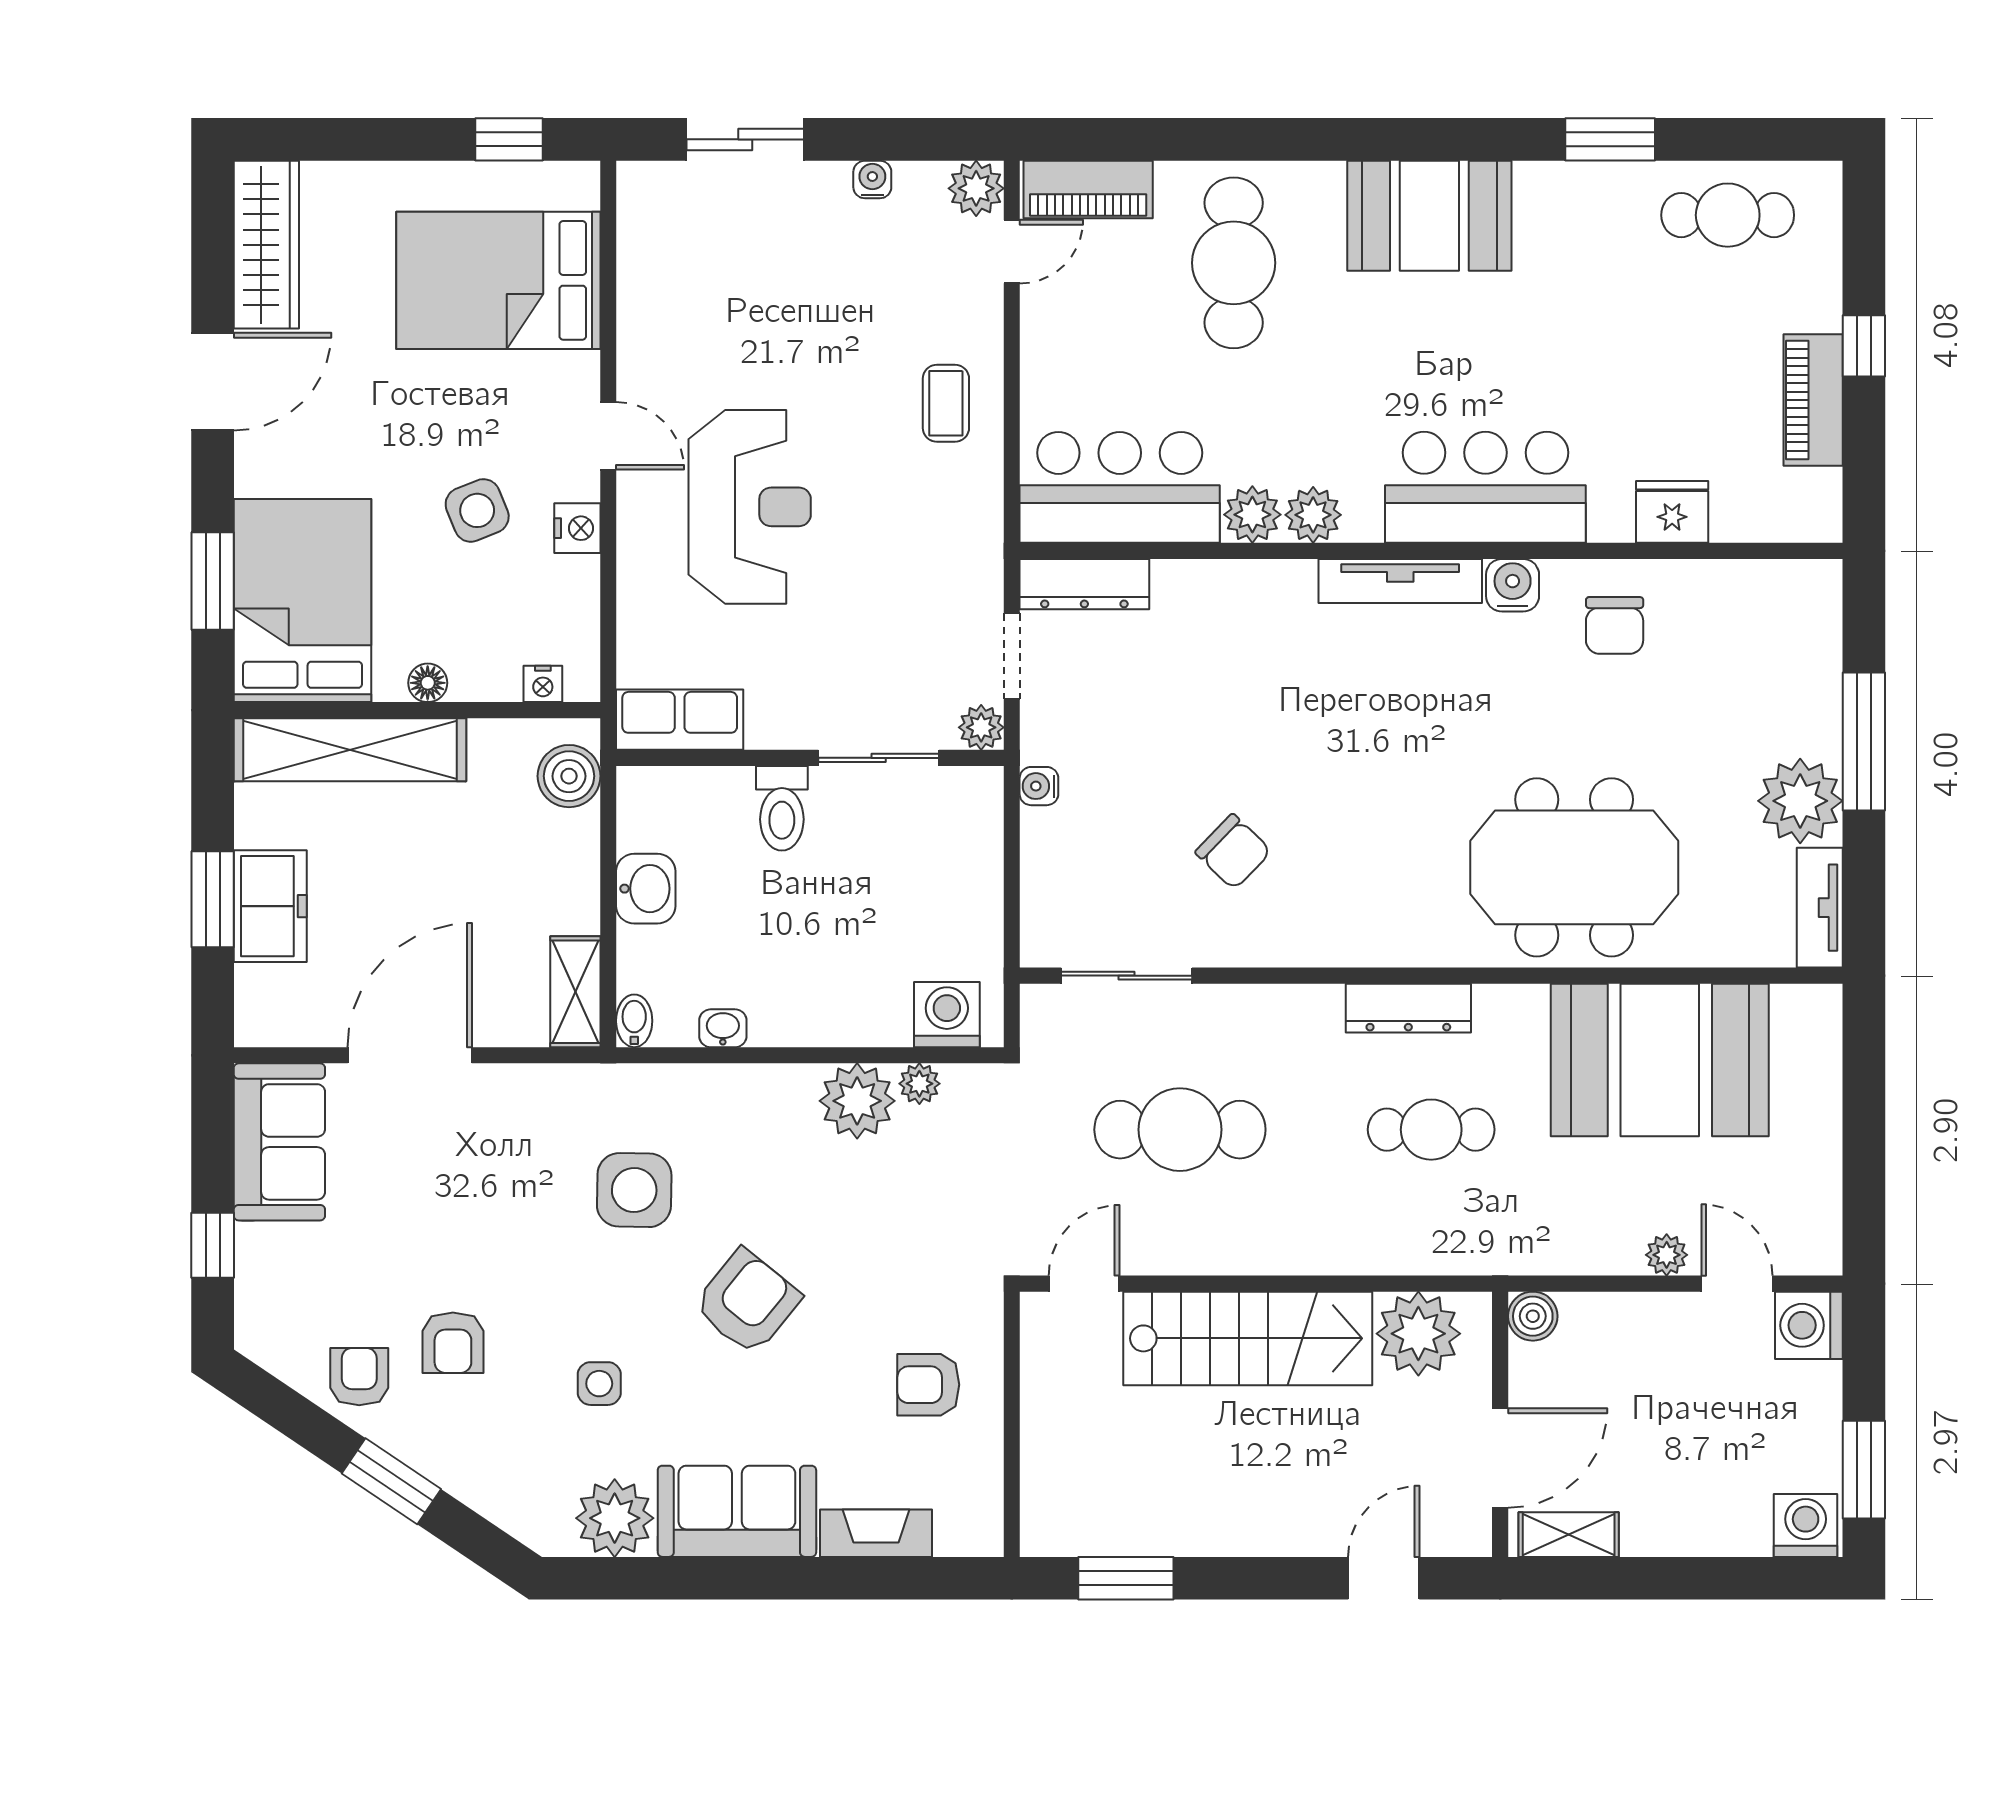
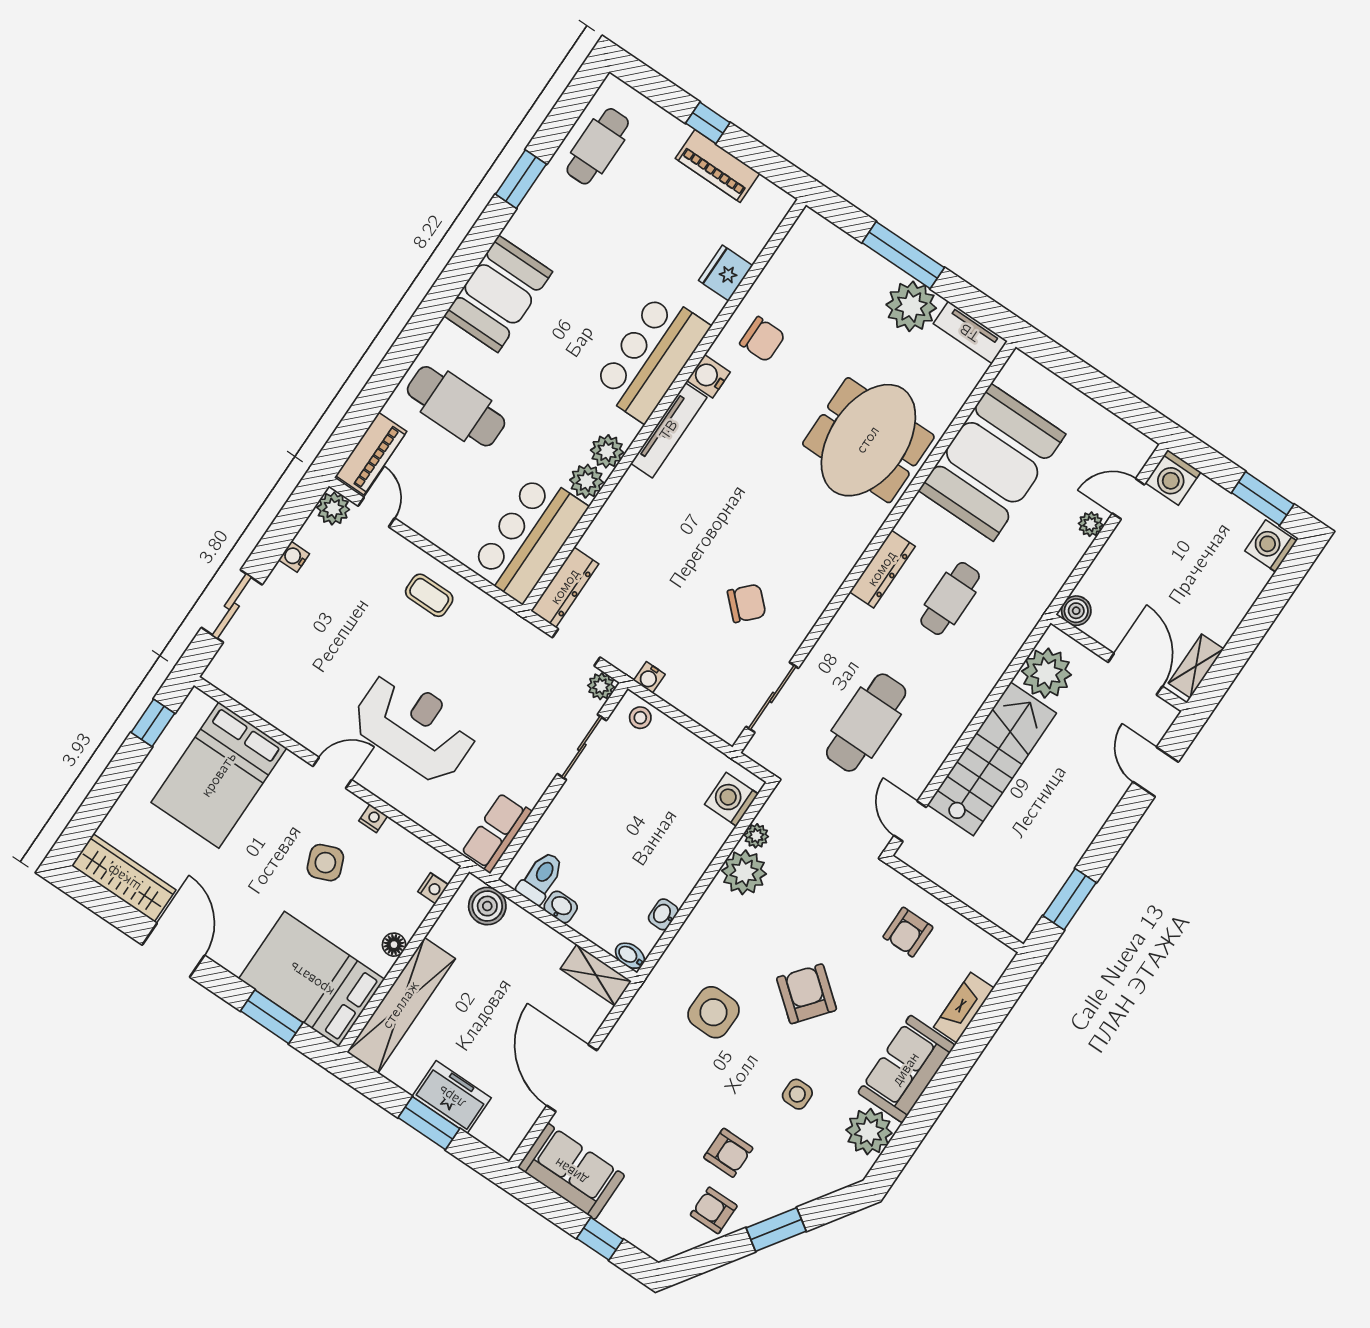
nightstand: (577, 528) -> (373, 818), width x0.72, depth x0.74
toilet: (782, 808) -> (541, 878), moved, turned -90
stool: (974, 811) -> (640, 718), added
washbasin: (646, 889) -> (561, 907), width x0.72, depth x0.69

